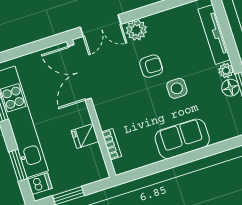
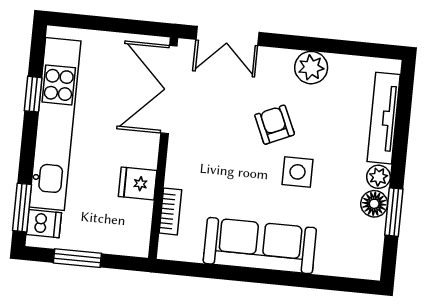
plant: (136, 30) -> (311, 68), moved
armchair: (151, 66) -> (275, 125), turned -114
sofa: (182, 139) -> (260, 246), width x1.36
window: (18, 165) -> (22, 208), moved

